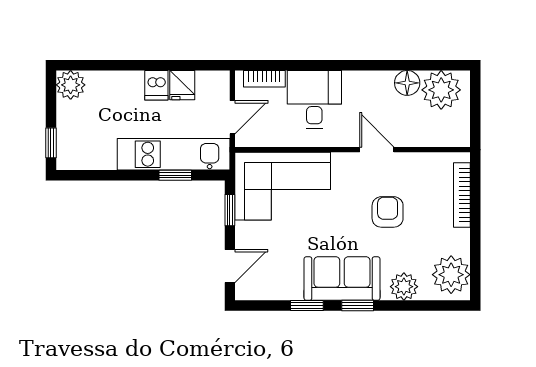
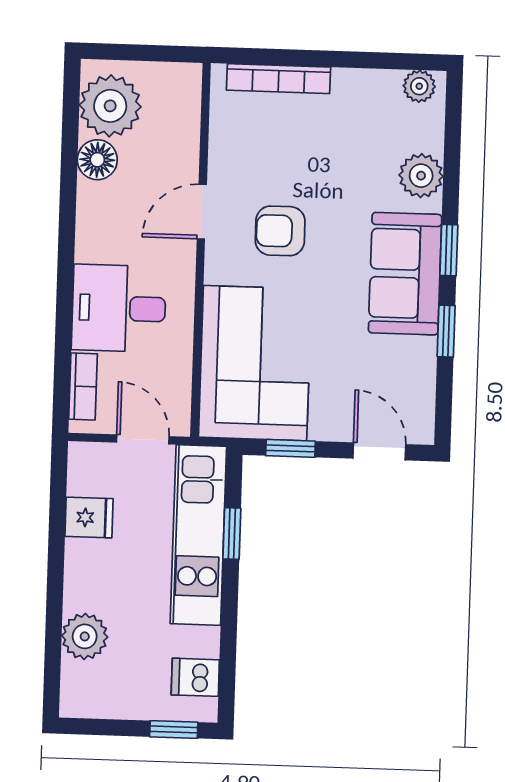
plant: (71, 85) -> (85, 636), moved
dishwasher: (156, 85) -> (195, 677), moved, turned 180
armchair: (388, 212) -> (280, 231), moved
plant: (451, 275) -> (419, 86), width x0.53, depth x0.53

